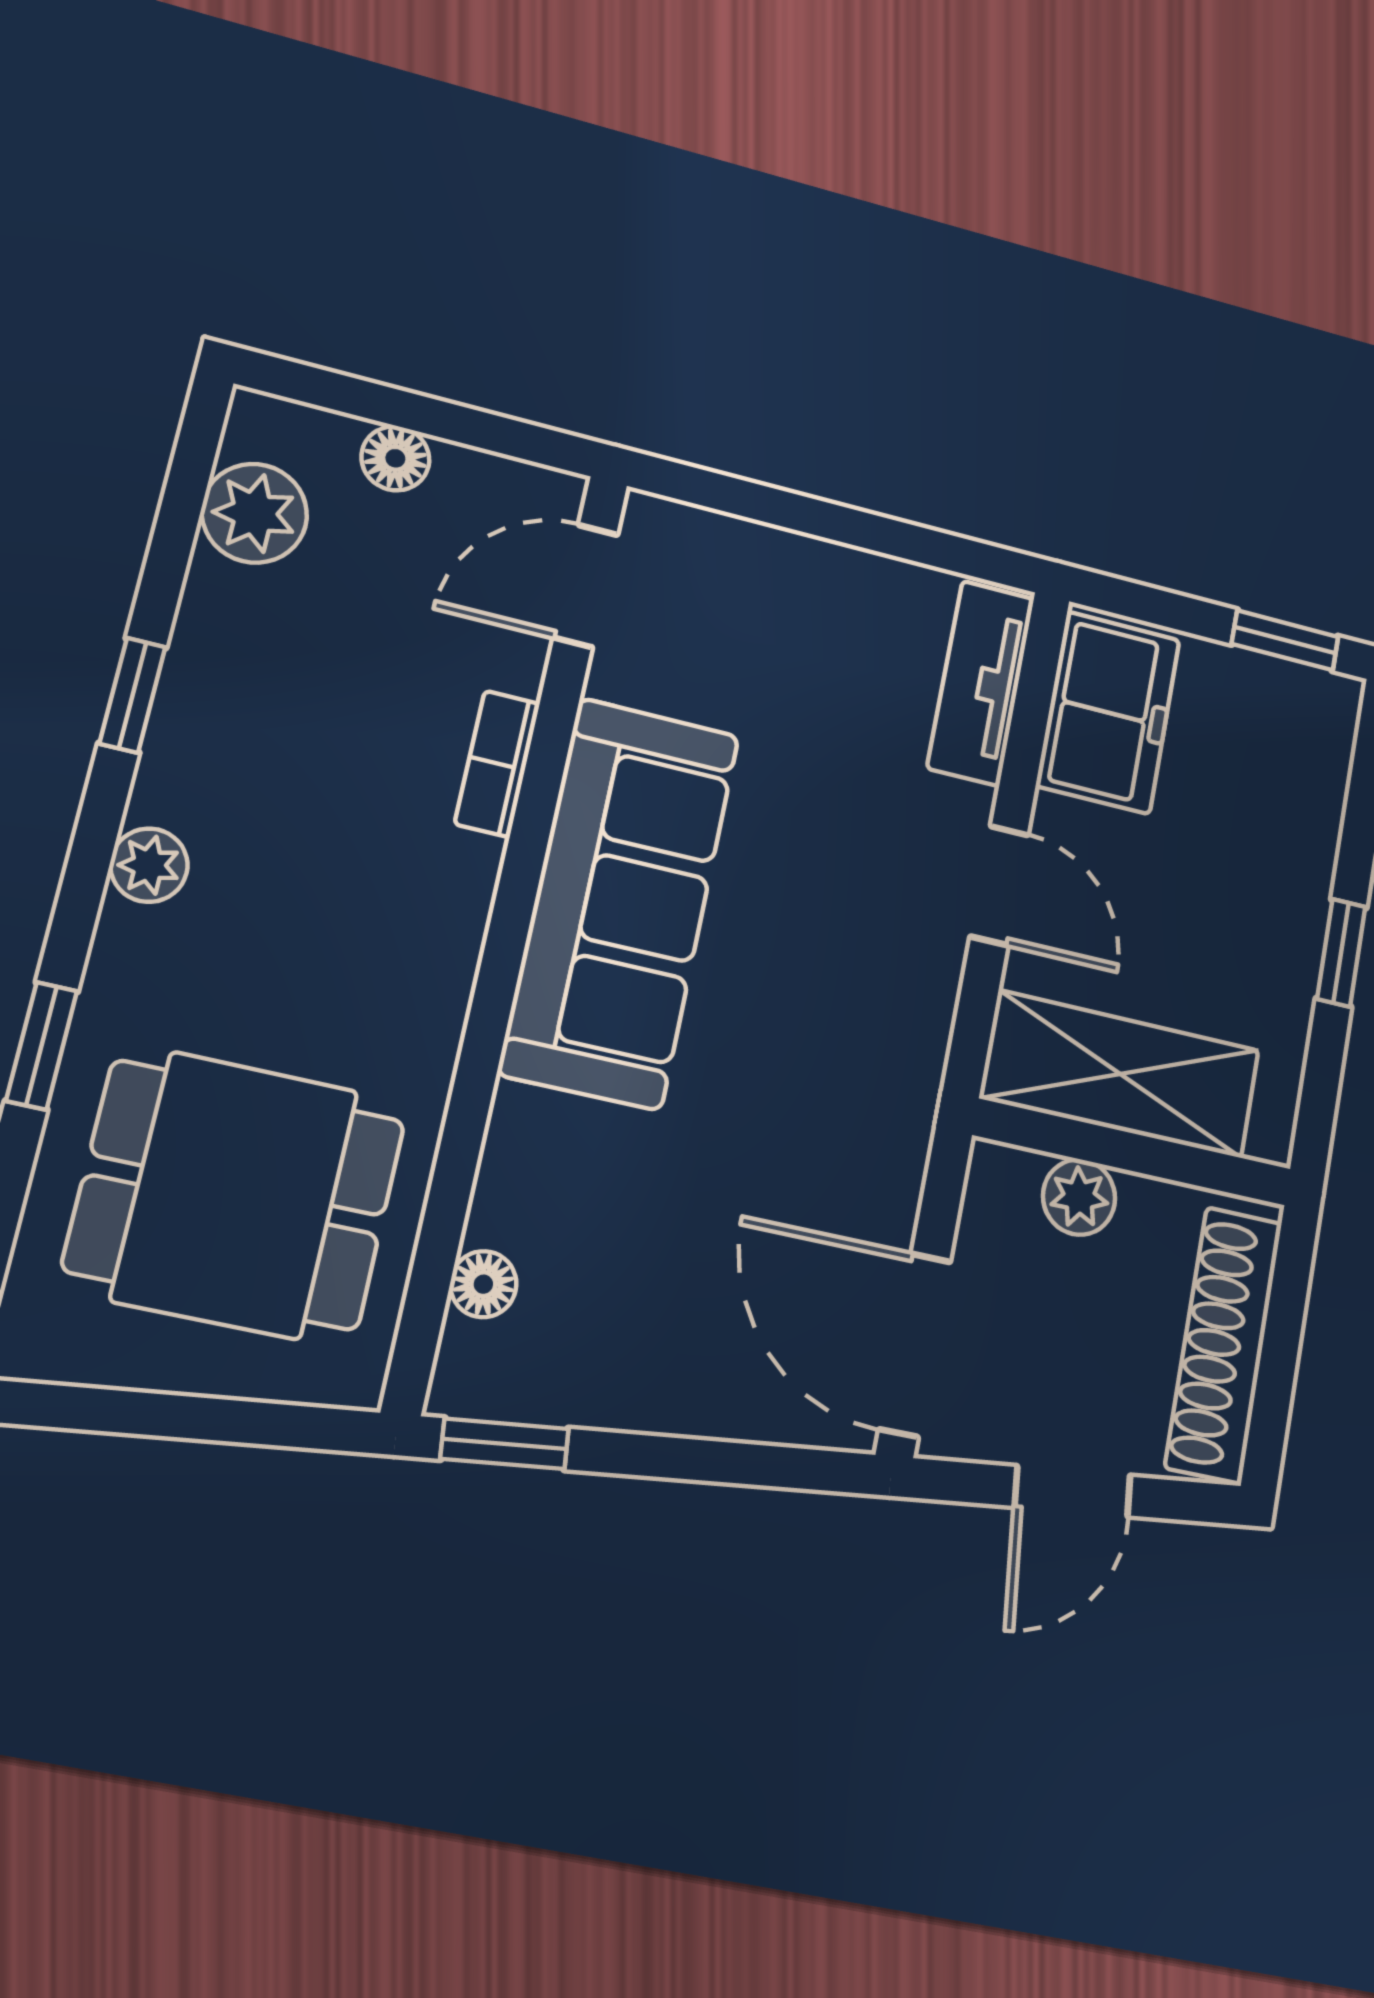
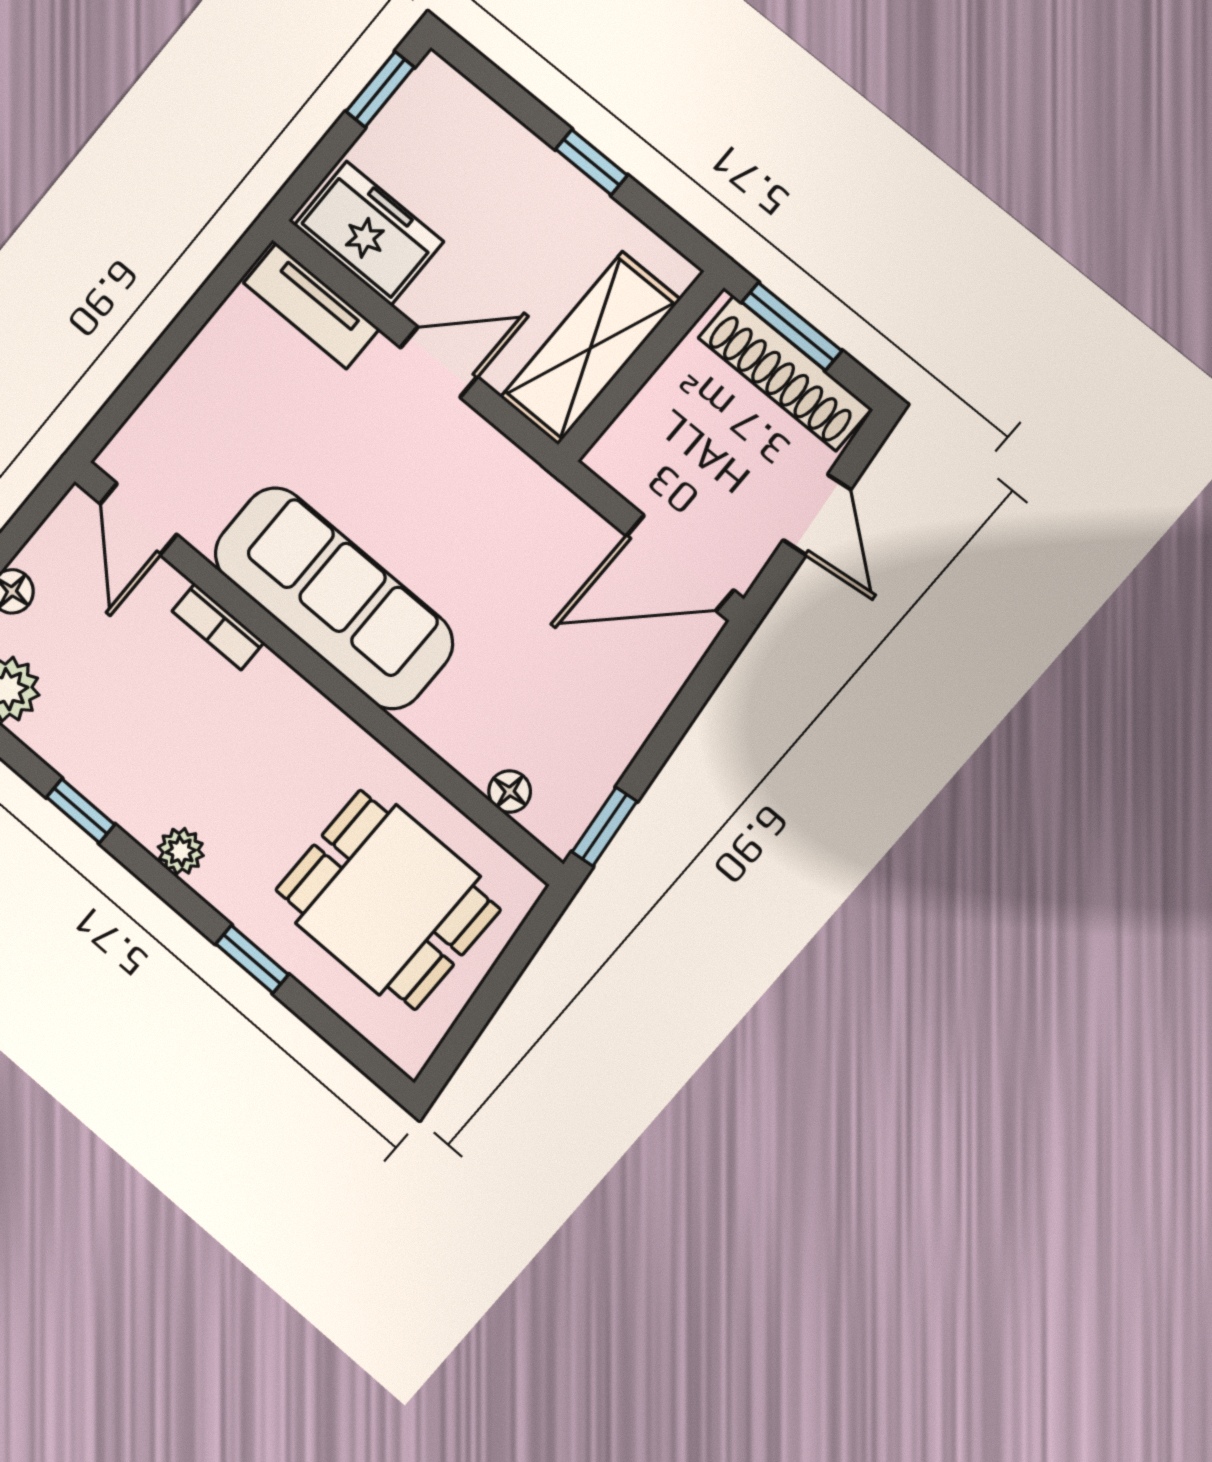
dining table: (235, 1195) -> (388, 900), turned 90
plant: (1079, 1197) -> (649, 415), removed
window: (1284, 1320) -> (792, 326), added

